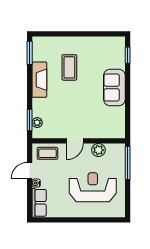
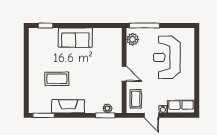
plant: (98, 150) -> (133, 39), moved

